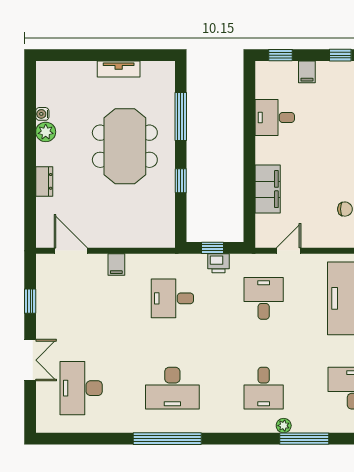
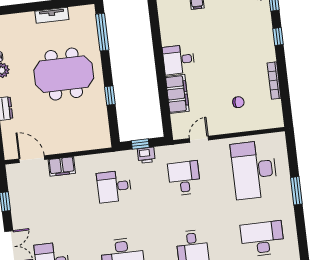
window: (181, 116) -> (102, 32), moved
desk: (275, 118) -> (179, 60), moved
meeting table: (125, 146) -> (64, 74), turned 90
filing cabinet: (116, 265) -> (62, 166), width x2.00

